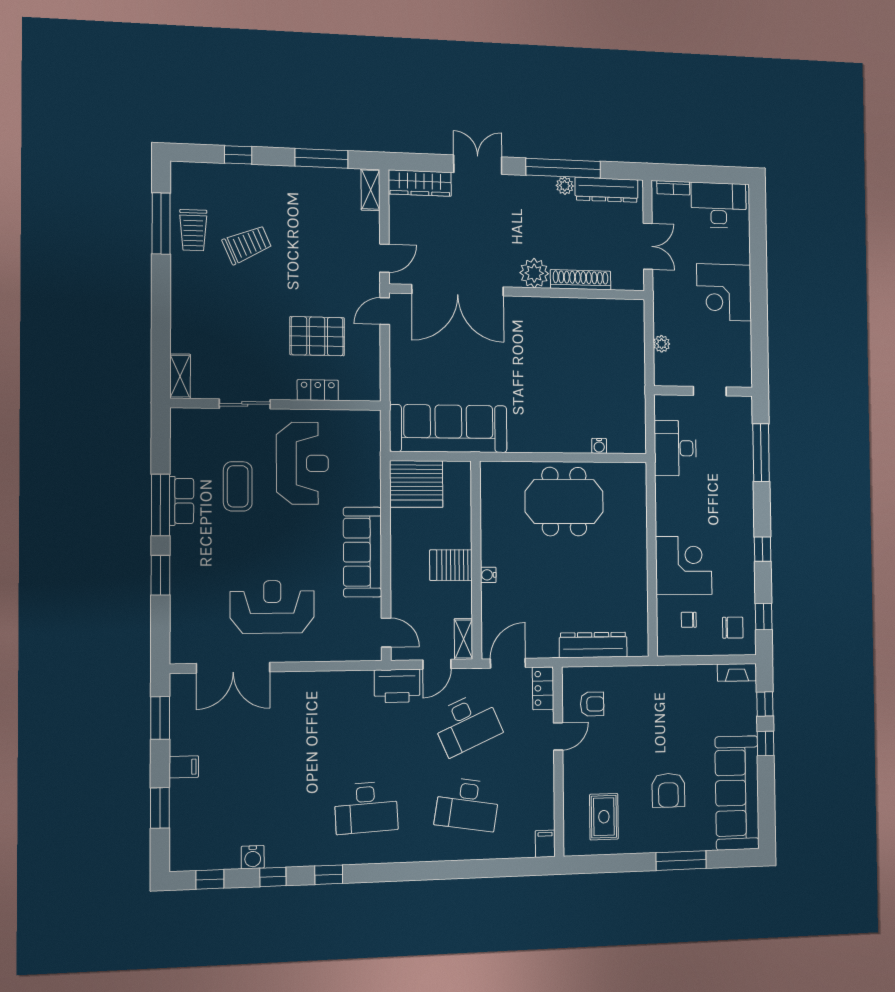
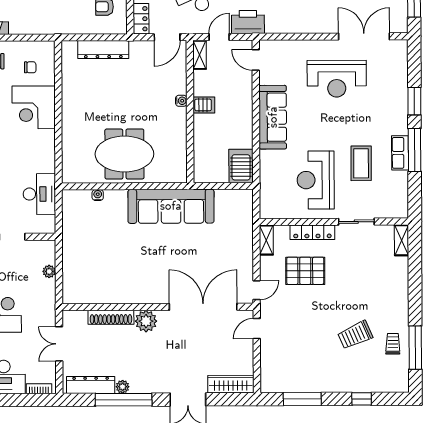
shelving: (371, 190) -> (266, 240), moved
trolley: (193, 230) -> (393, 344), width x0.73, depth x0.72
locker: (318, 390) -> (312, 232), width x1.53
sofa: (448, 429) -> (171, 206), moved
server rack: (416, 484) -> (241, 166), width x0.62
server rack: (451, 565) -> (204, 105), width x0.73, depth x0.70

